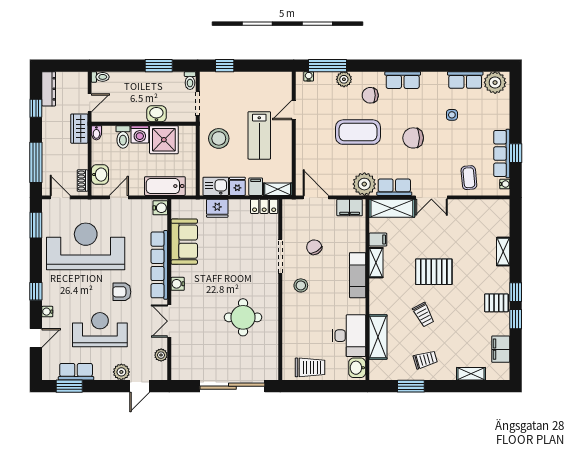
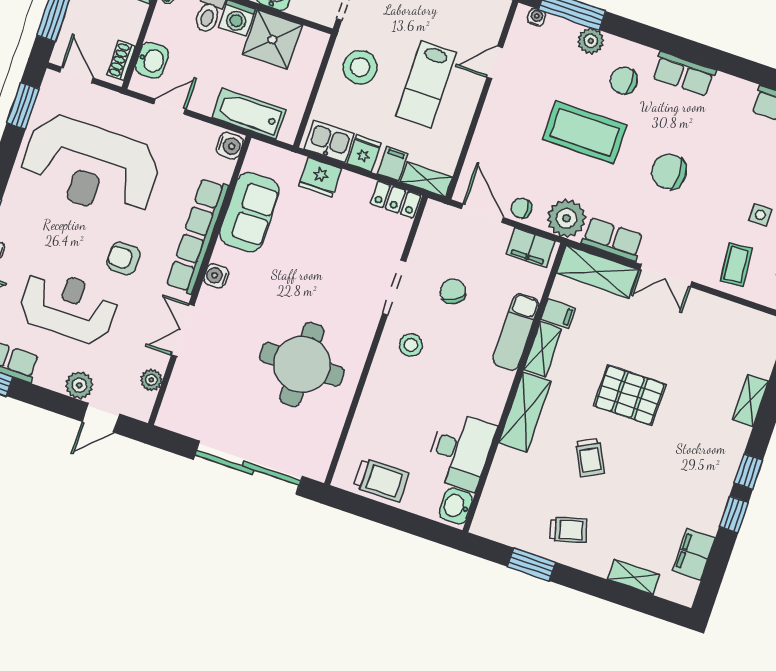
side table: (452, 115) -> (760, 215), moved
chair: (337, 187) -> (521, 208), added
reception desk: (86, 246) -> (91, 167), turned 180
exam couch: (358, 275) -> (516, 332), moved
pallet: (496, 303) -> (712, 478), removed
round table: (243, 317) -> (302, 364), width x1.36, depth x1.36
shelving: (378, 337) -> (525, 412), moved

